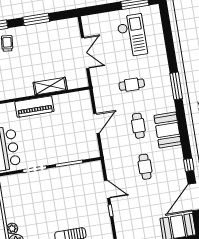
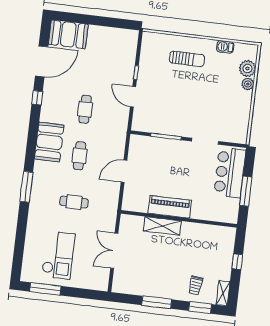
checkout: (132, 35) -> (58, 255), turned 180
piano: (34, 107) -> (170, 207), moved

